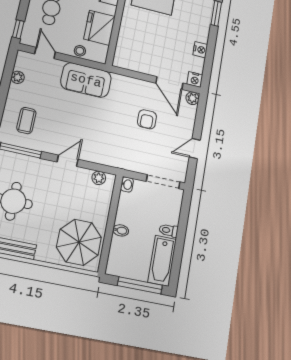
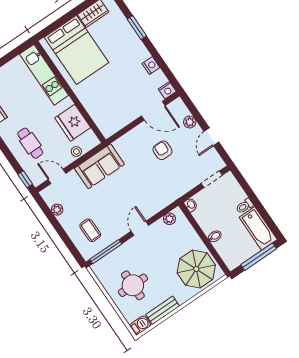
plant: (192, 98) -> (190, 122), moved
armchair: (147, 119) -> (162, 150), turned 180
doorway: (163, 182) -> (212, 179), width x0.73

